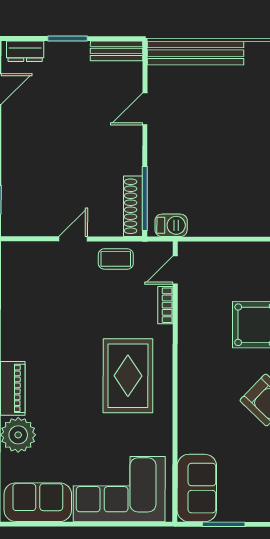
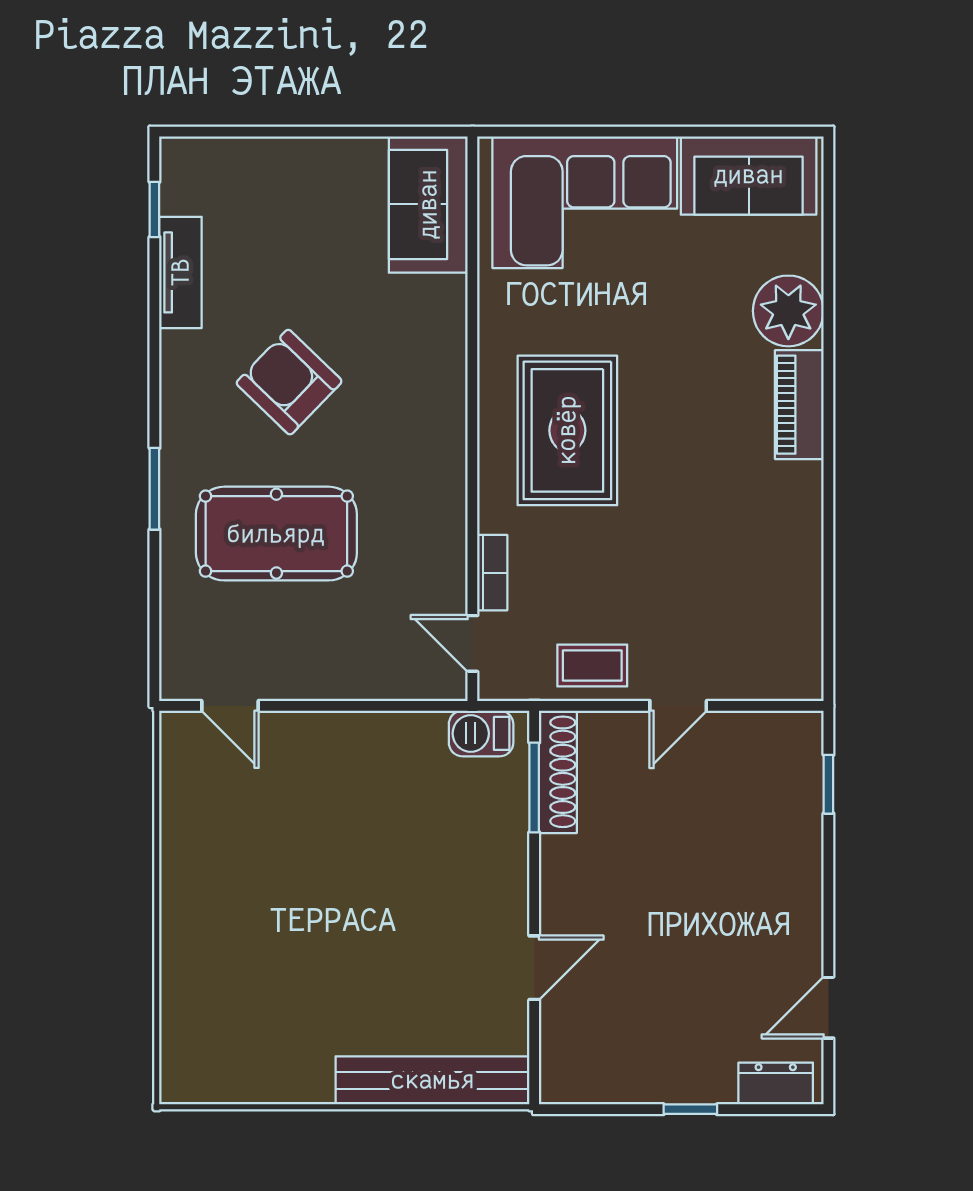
window: (68, 39) -> (690, 1109), width x0.67
bench: (117, 51) -> (591, 1084), removed
window: (145, 198) -> (534, 787), width x0.69
door: (175, 270) -> (472, 643), swing flipped
window: (224, 524) -> (374, 132), removed

